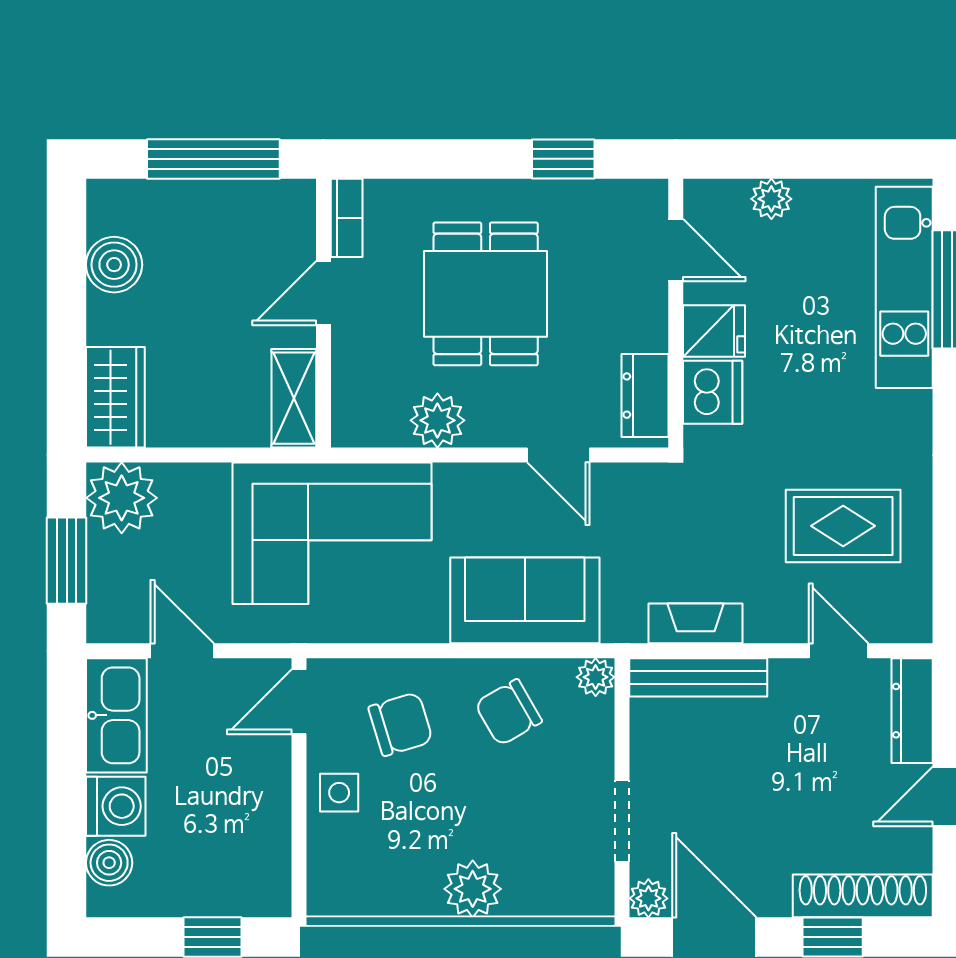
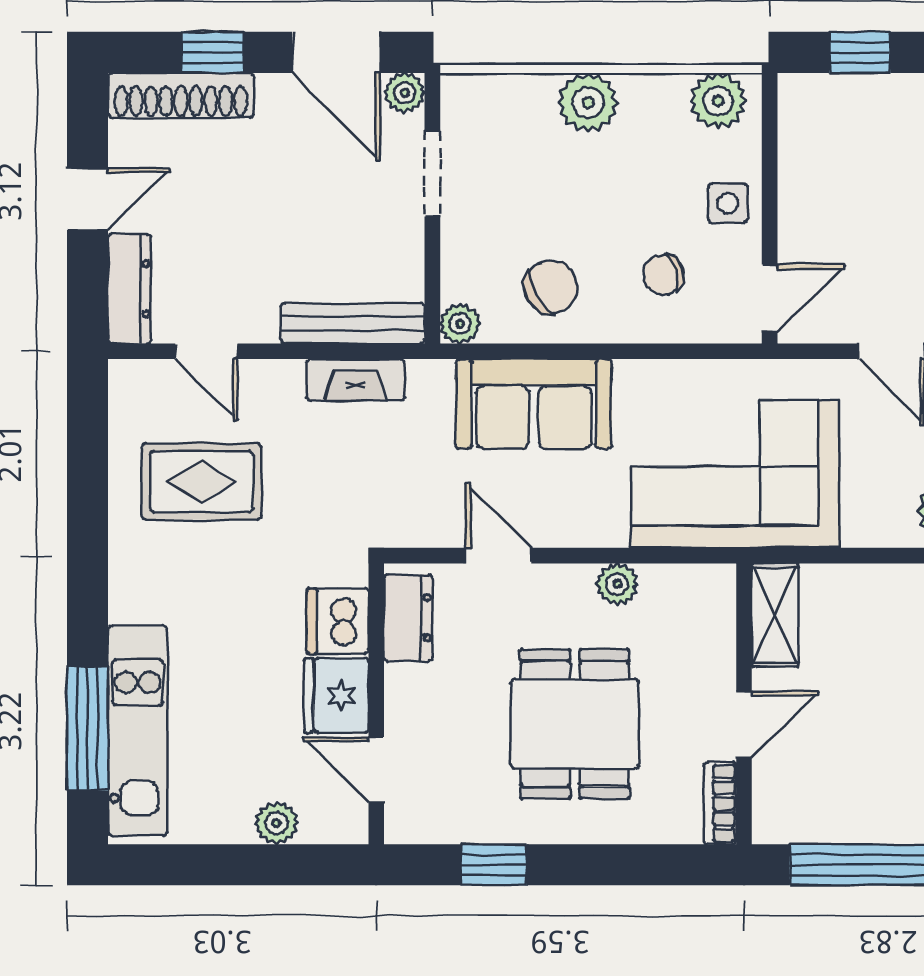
fridge: (714, 331) -> (336, 696), width x1.38
plant: (437, 420) -> (617, 584), width x0.73, depth x0.73
chair: (401, 724) -> (663, 275), width x0.73, depth x0.73
plant: (348, 891) -> (718, 101), added

